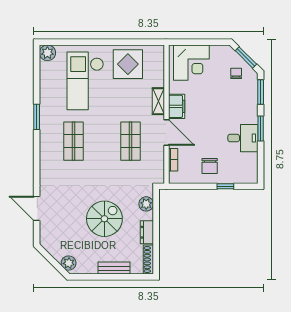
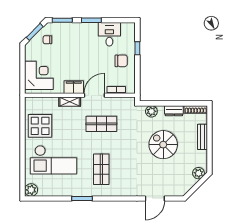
desk: (243, 138) -> (109, 34), moved
shop shelf: (73, 141) -> (101, 169), turned 90

